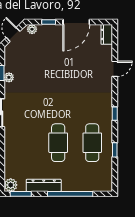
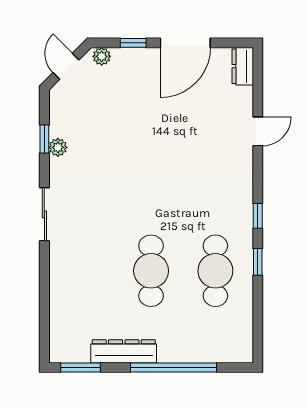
window: (115, 150) -> (258, 262), moved
plant: (11, 185) -> (61, 351), removed

